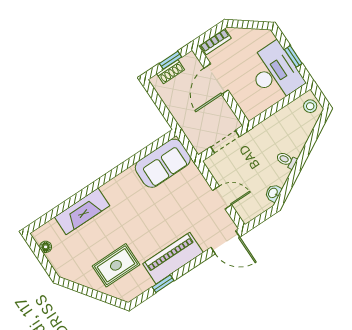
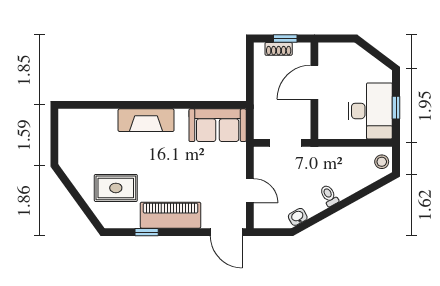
bookcase: (216, 42) -> (336, 49), removed
fireplace: (82, 211) -> (146, 120), moved
floor lamp: (46, 247) -> (64, 130), removed

